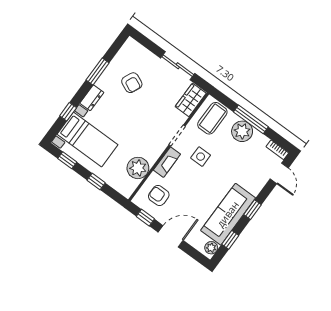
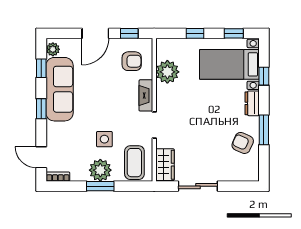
armchair: (132, 83) -> (243, 143), moved
window: (251, 119) -> (100, 186), width x0.69
side table: (201, 157) -> (104, 139), moved

